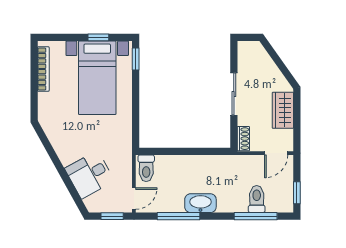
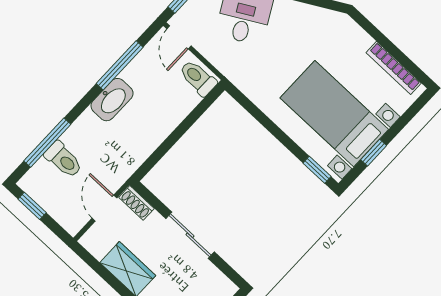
door: (276, 153) -> (104, 208), moved

